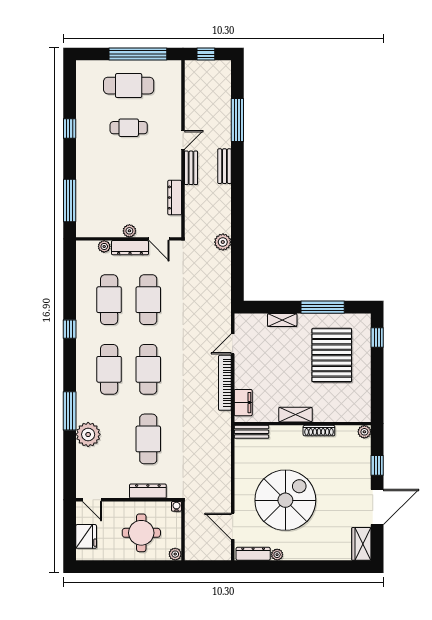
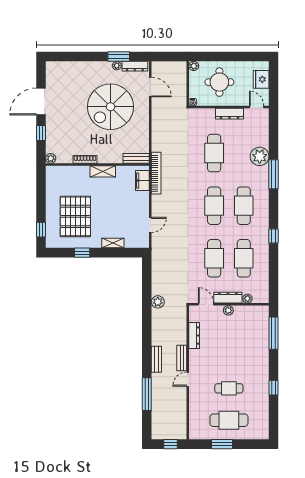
window: (138, 54) -> (222, 444), width x0.47
window: (323, 307) -> (82, 253), width x0.46
bookcase: (225, 383) -> (156, 173), moved
dresser: (148, 491) -> (229, 114), moved
wardrobe: (361, 544) -> (53, 74), removed
window: (274, 567) -> (119, 57), added

